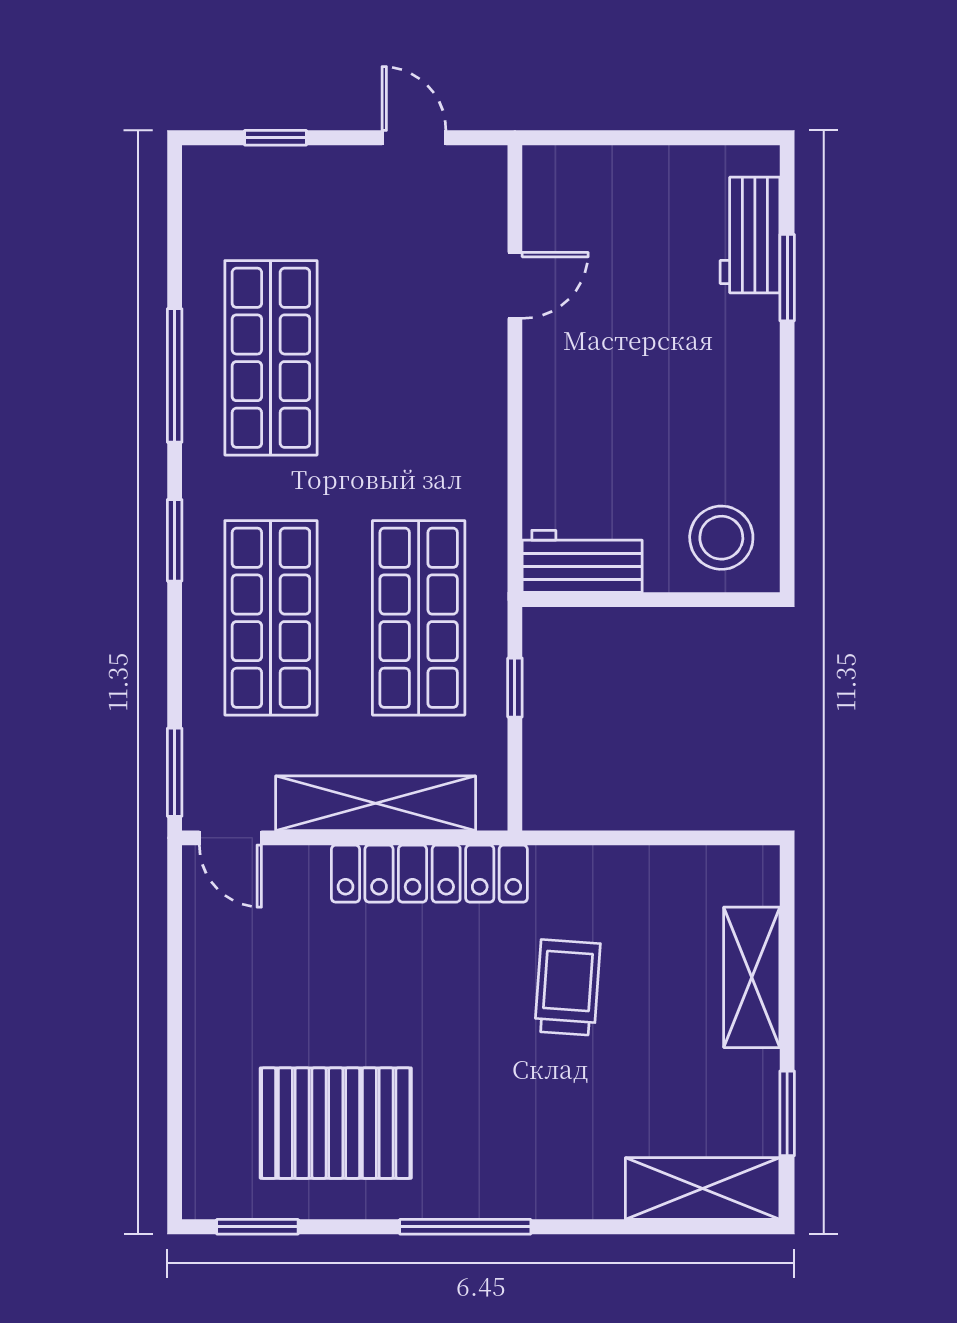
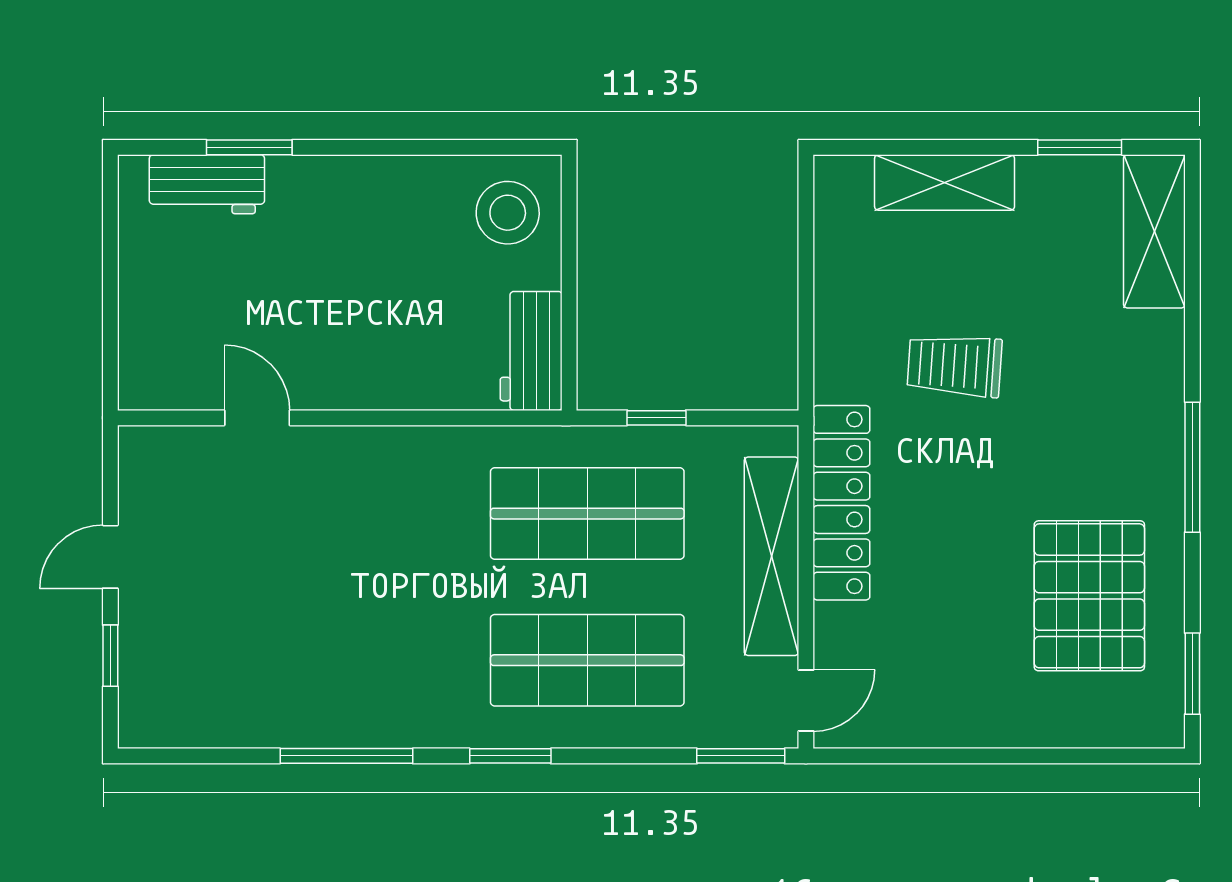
door: (414, 138) -> (110, 557), moved
shop shelf: (271, 358) -> (329, 660), removed

